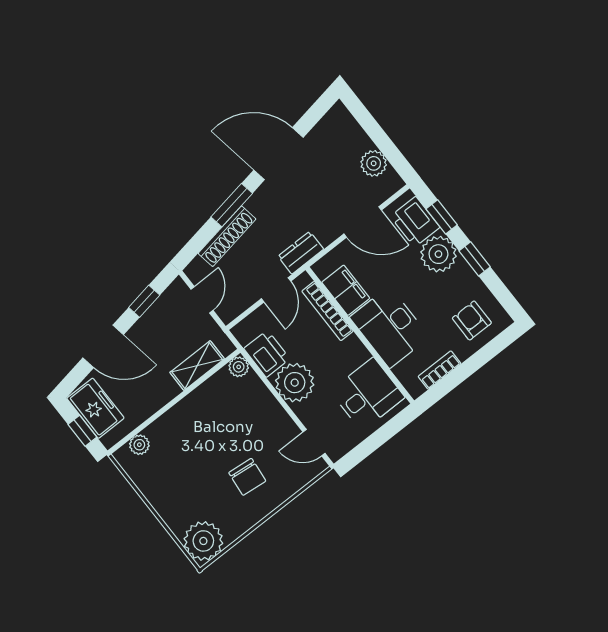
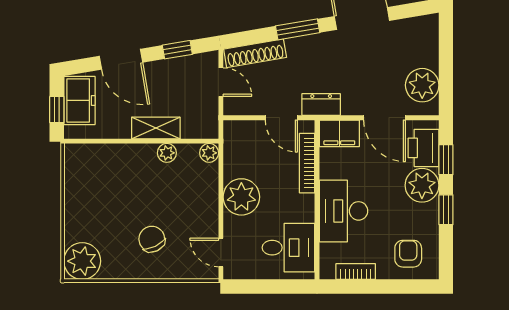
plant: (374, 163) -> (422, 85), width x1.36, depth x1.36
shoe rack: (227, 236) -> (255, 53), moved
door: (276, 290) -> (281, 118), hinge flipped
filing cabinet: (346, 290) -> (339, 133), moved, turned 90
door: (202, 300) -> (221, 82), hinge flipped
printer: (267, 354) -> (238, 159), removed
shelving: (197, 366) -> (156, 128), moved
plant: (139, 445) -> (167, 153), moved
chair: (247, 477) -> (152, 239), turned 148

